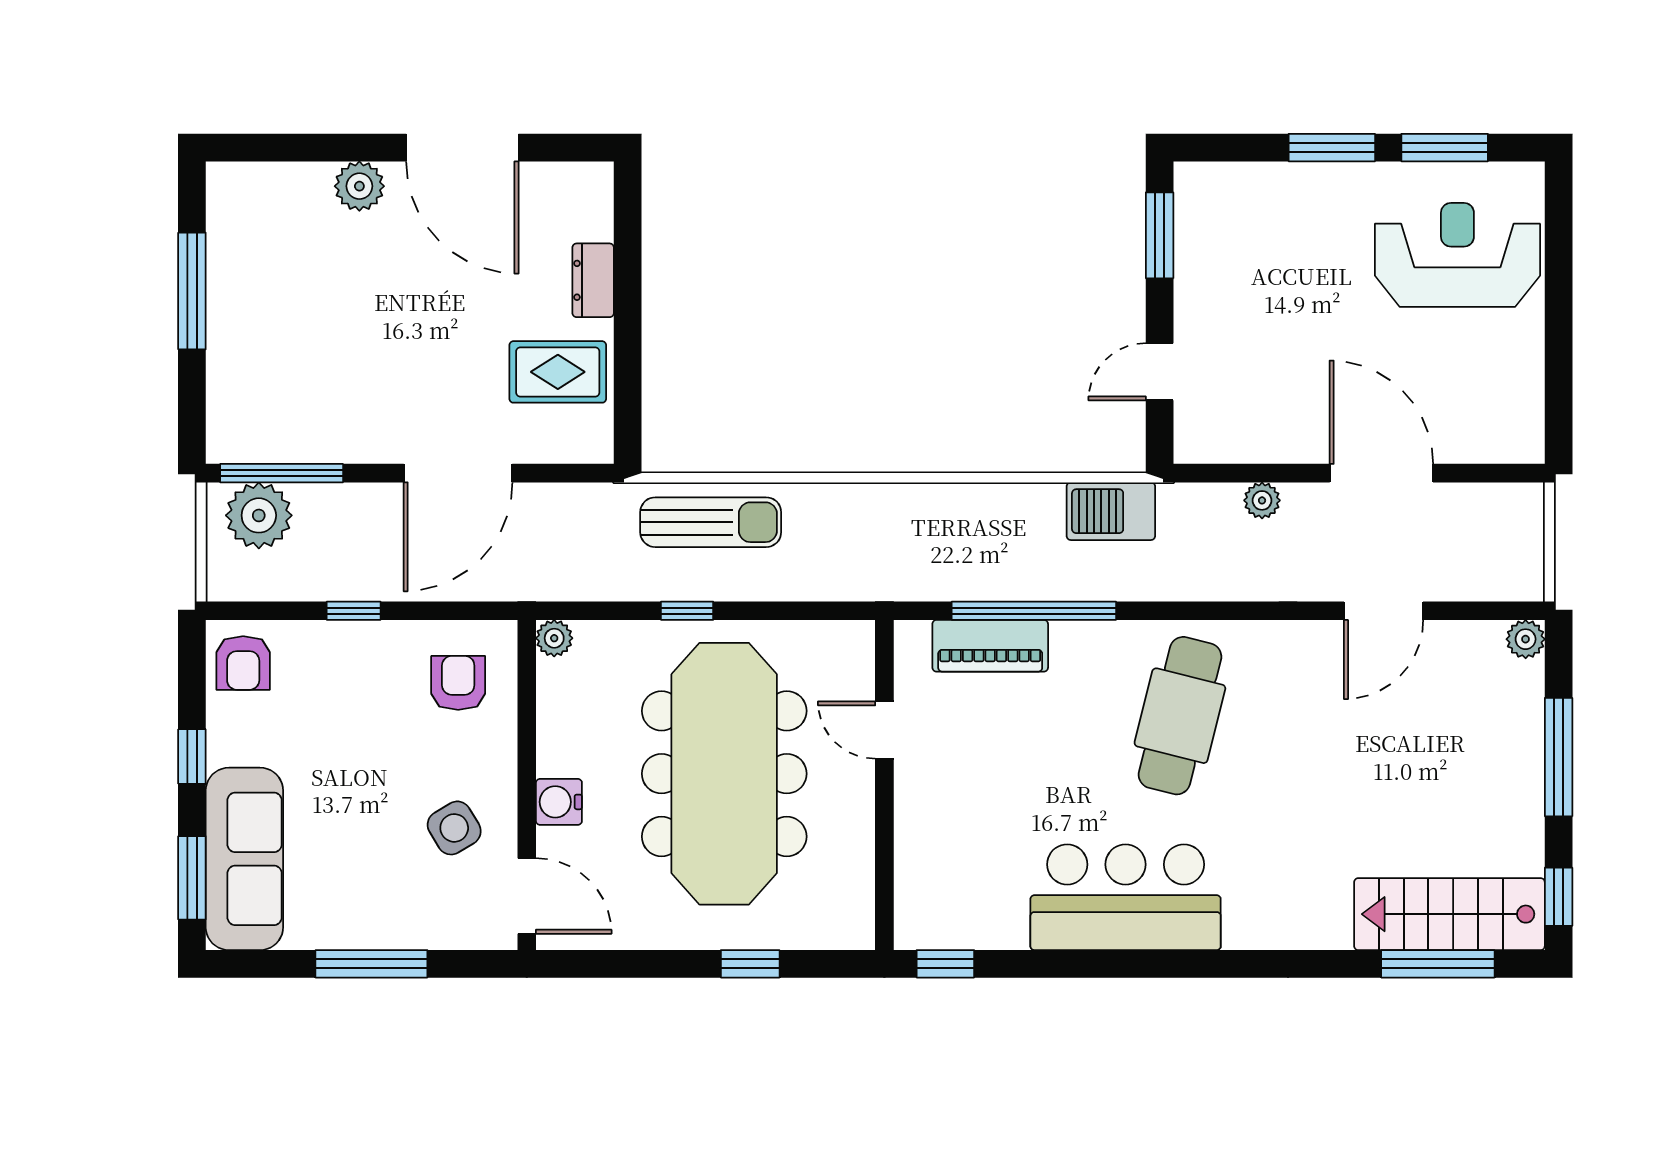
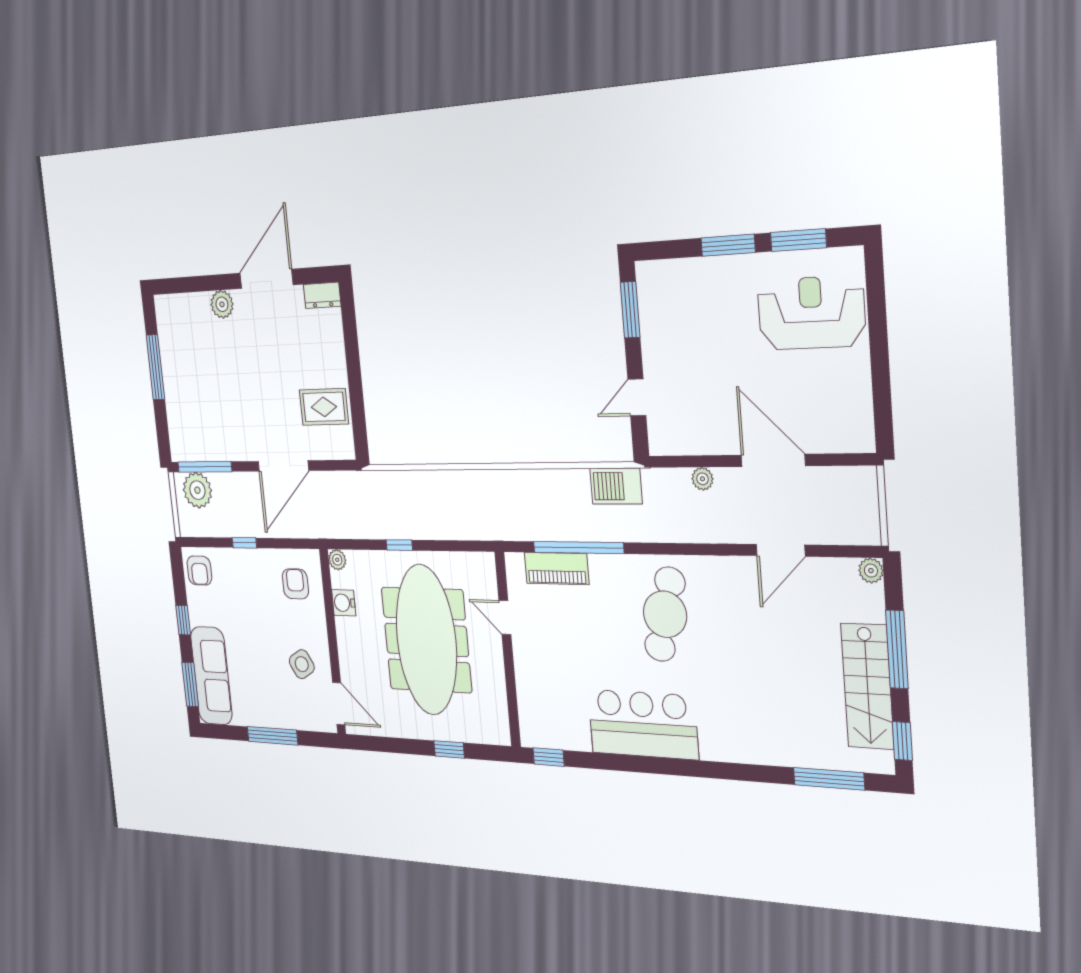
door: (462, 148) -> (266, 279), swing flipped
dresser: (593, 280) -> (322, 295), moved, turned -90
sun lounger: (711, 522) -> (406, 493), removed
water cooler: (559, 802) -> (344, 603), moved
stairs: (1449, 914) -> (867, 686), moved, turned -90

